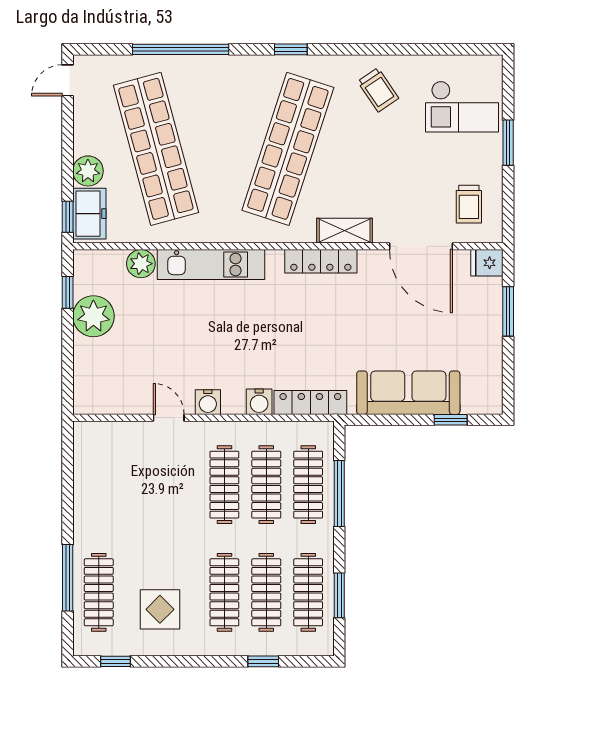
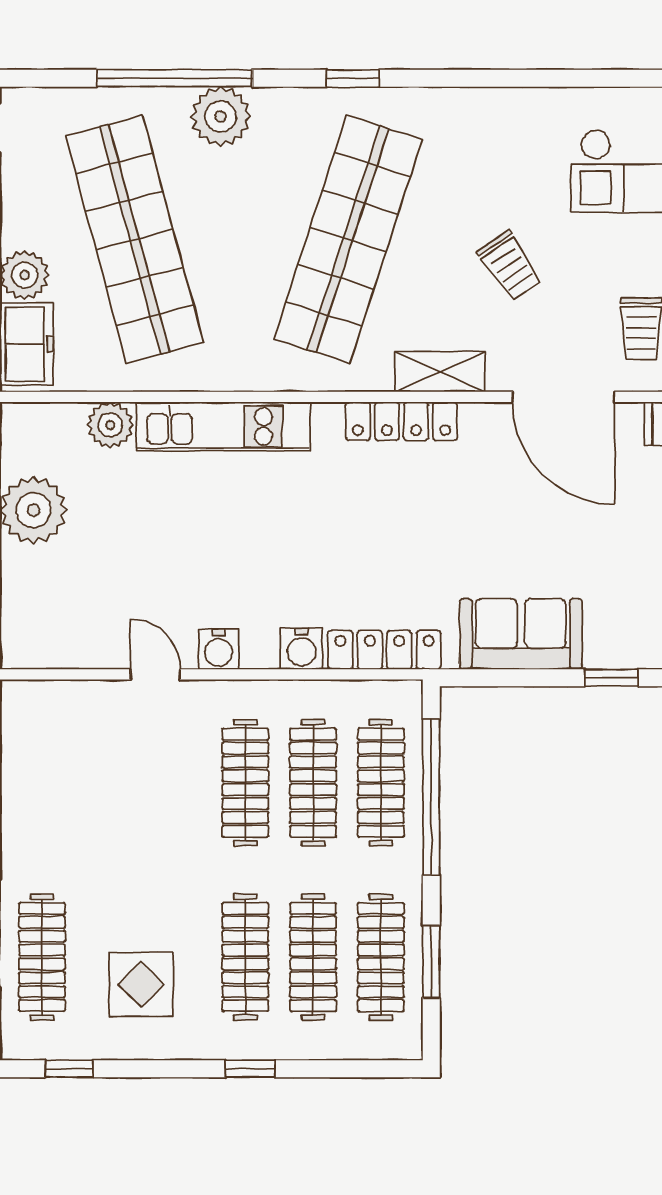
plant: (209, 73) -> (221, 116), added
trolley: (378, 90) -> (510, 266), moved
sofa: (408, 393) -> (521, 634), width x0.73
window: (339, 494) -> (431, 797), width x1.46
window: (263, 661) -> (250, 1069), moved

